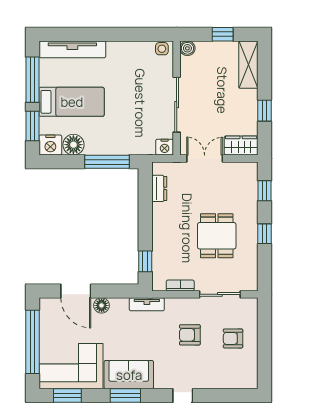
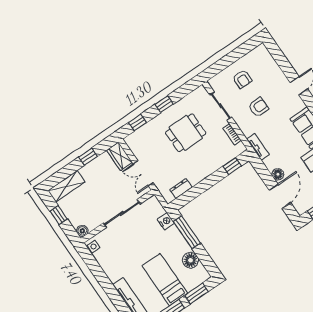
nightstand: (50, 145) -> (201, 274), removed
nightstand: (165, 147) -> (166, 221), moved
armchair: (190, 335) -> (258, 107), turned -90

